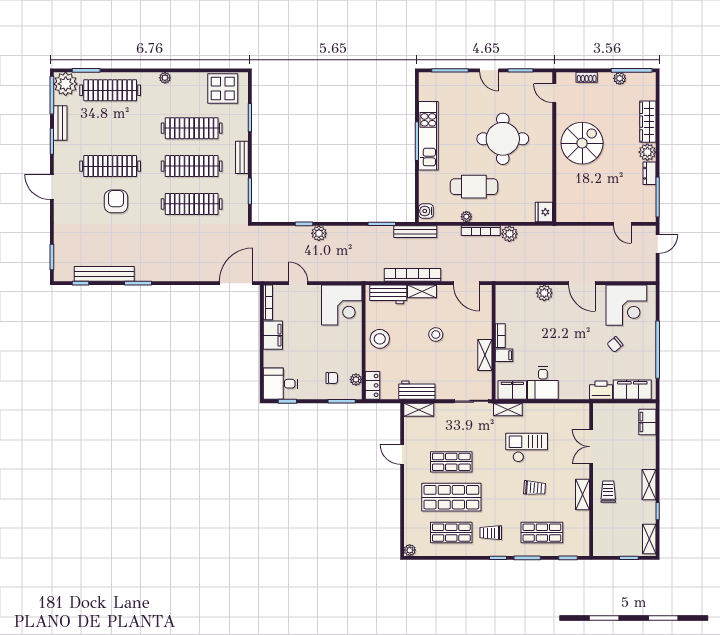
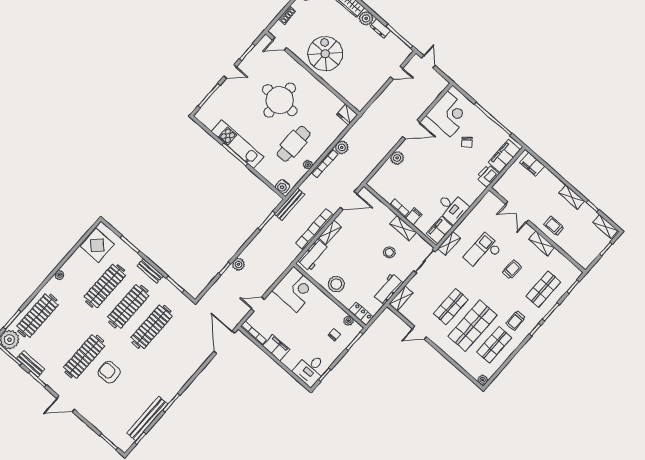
stool: (436, 335) -> (389, 252), moved

